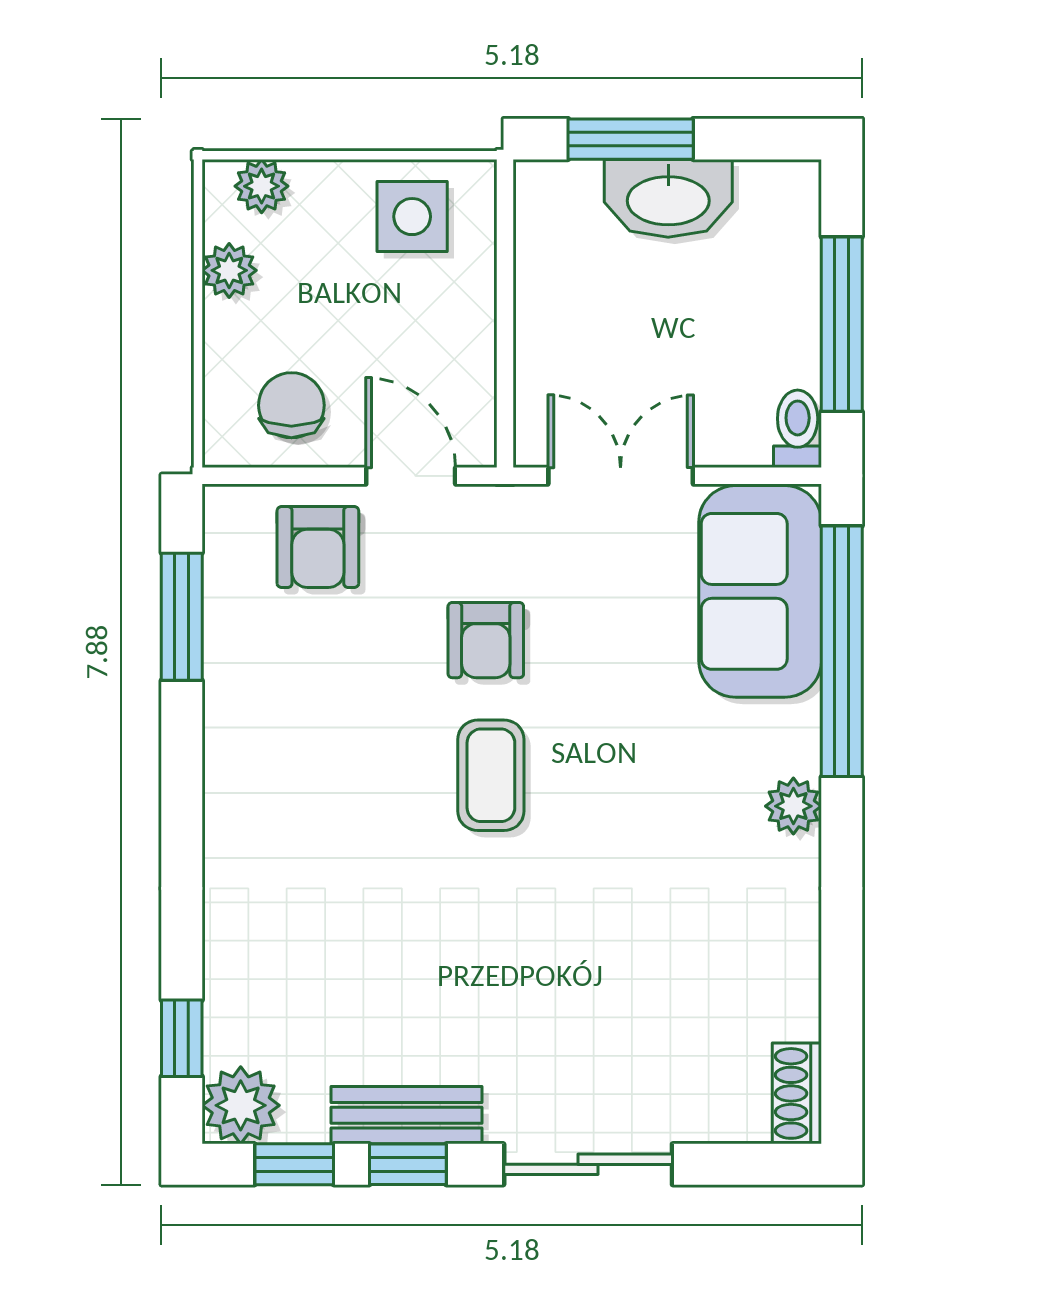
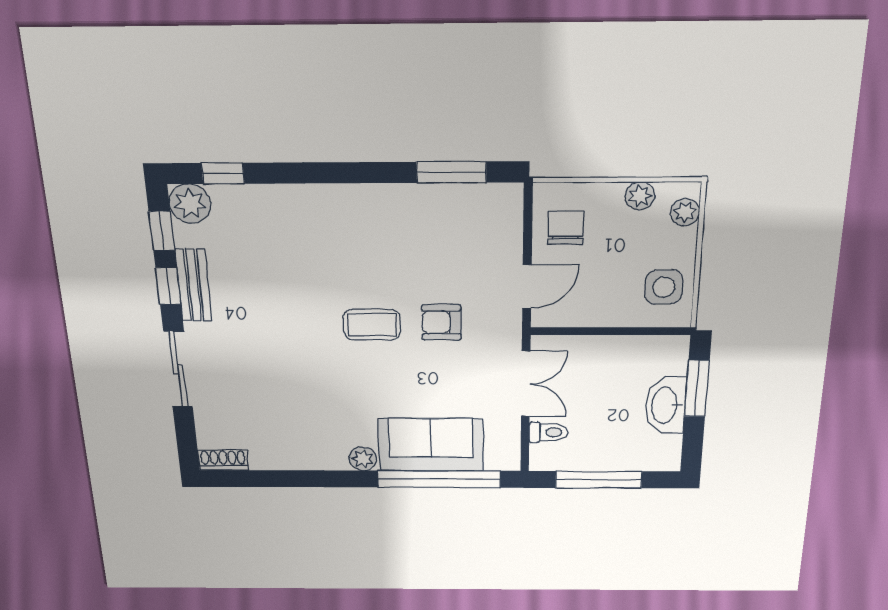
chair: (291, 405) -> (566, 228), turned -90
toilet: (798, 429) -> (549, 432), moved
armchair: (318, 547) -> (490, 241), removed
sofa: (760, 591) -> (431, 445), moved

